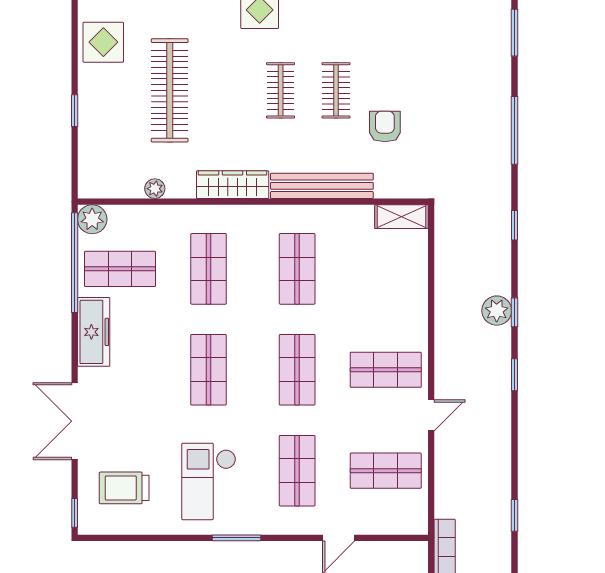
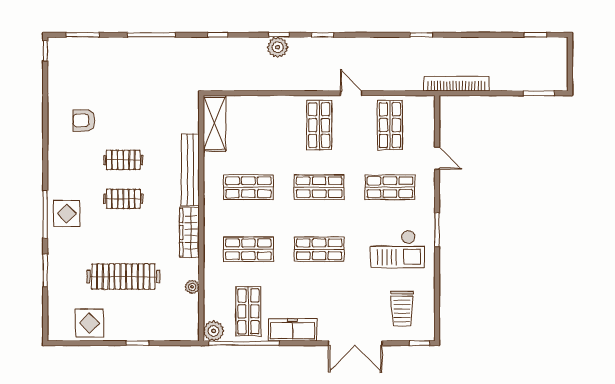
armchair: (385, 127) -> (84, 120), moved
shelving: (402, 217) -> (215, 123), width x1.50, depth x1.33

